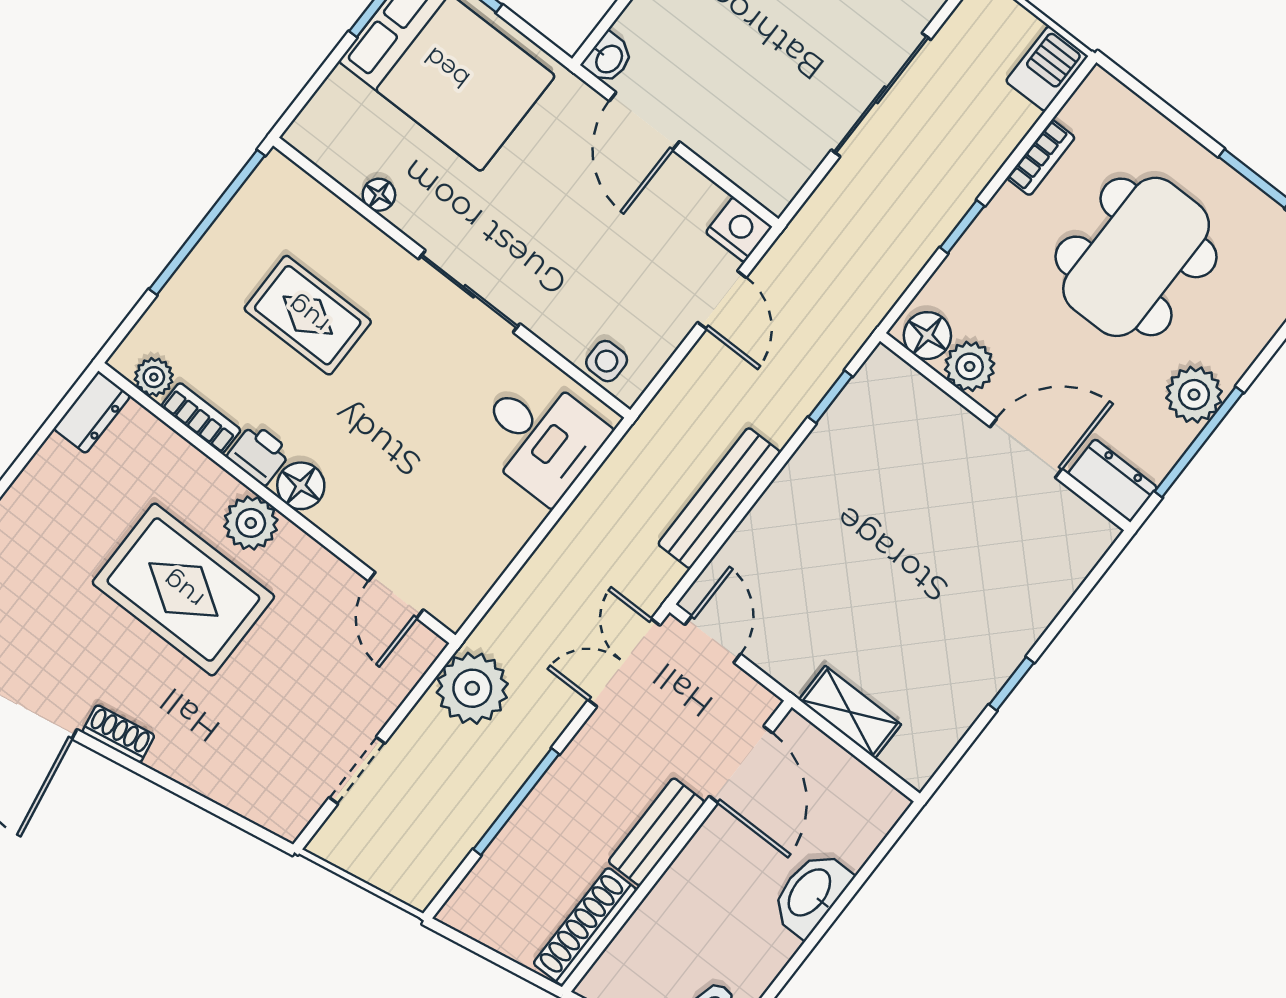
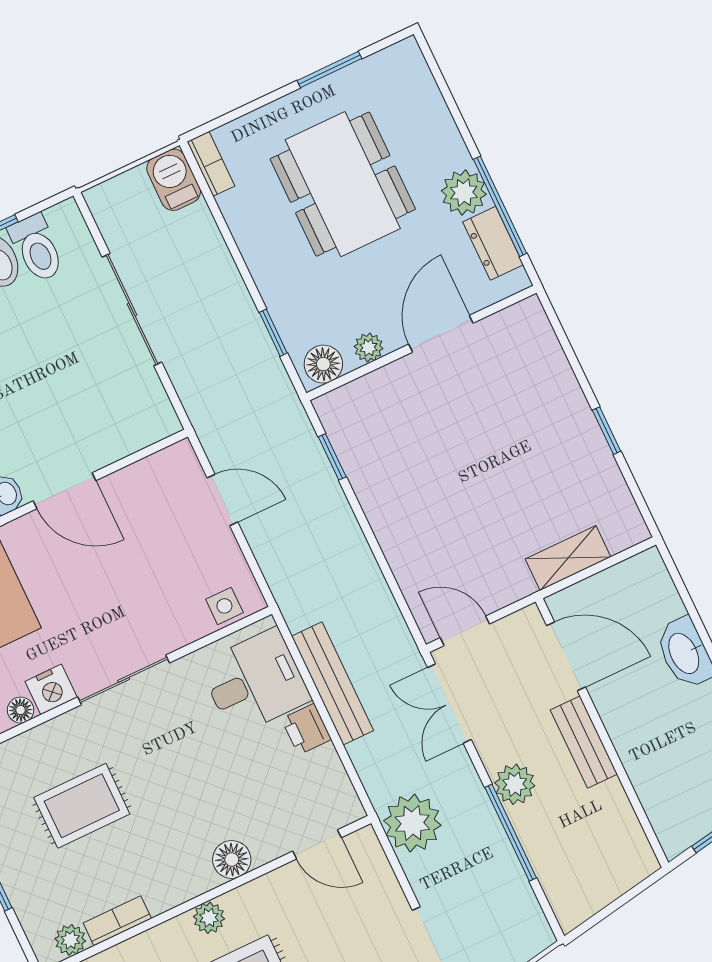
bookcase: (1041, 158) -> (211, 164), moved
window: (962, 227) -> (273, 333), moved
nightstand: (739, 230) -> (51, 689), moved, turned 180
plant: (970, 366) -> (369, 347), width x0.73, depth x0.73
printer: (259, 454) -> (306, 729), moved, turned -90
dresser: (1113, 480) -> (493, 243), moved, turned -90
floor lamp: (301, 486) -> (232, 859), moved
bench: (719, 498) -> (333, 683), moved
plant: (251, 523) -> (209, 918), width x0.73, depth x0.73
plant: (572, 779) -> (515, 784), added
shoe rack: (585, 927) -> (626, 829), removed

